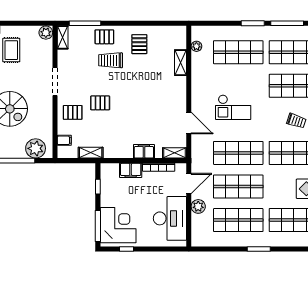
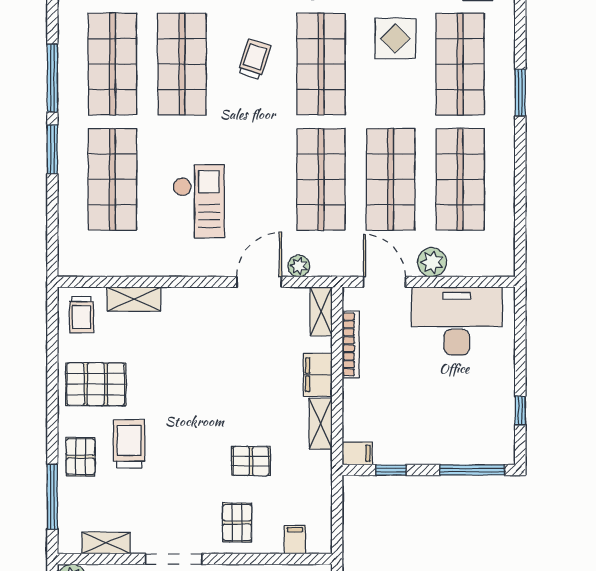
shelving: (63, 37) -> (106, 543), moved
trolley: (173, 37) -> (81, 315), added
pallet: (139, 44) -> (96, 384), width x1.50, depth x1.42
plant: (196, 46) -> (299, 266), moved
trolley: (111, 60) -> (129, 444), turned 180
pallet: (100, 103) -> (251, 461), moved, turned 90
checkout: (233, 107) -> (199, 201), moved
shelving: (91, 153) -> (321, 424), moved
filing cabinet: (131, 170) -> (357, 453), moved, width x0.50
corner desk: (118, 225) -> (470, 428), removed
window: (259, 249) -> (520, 93), moved

